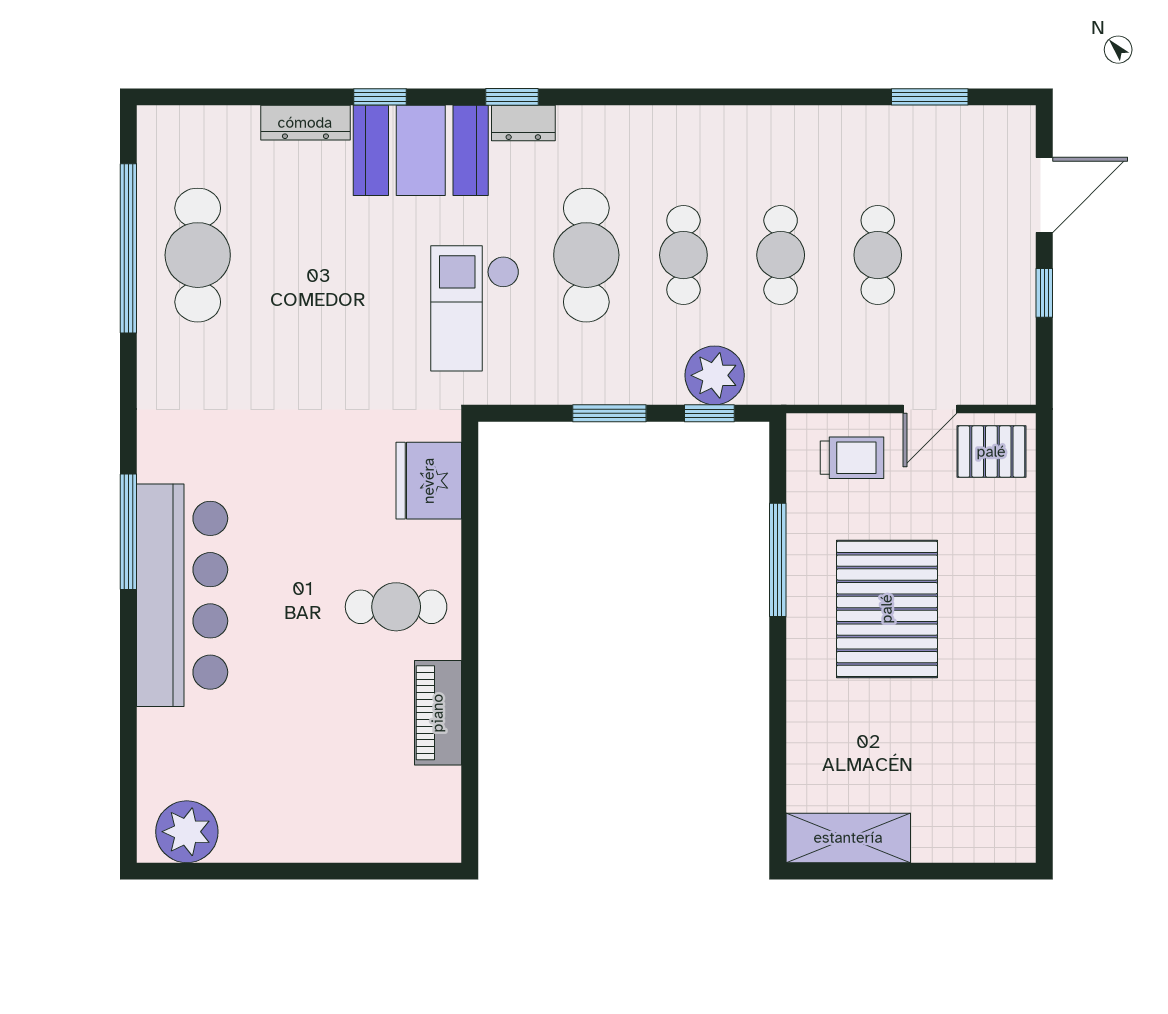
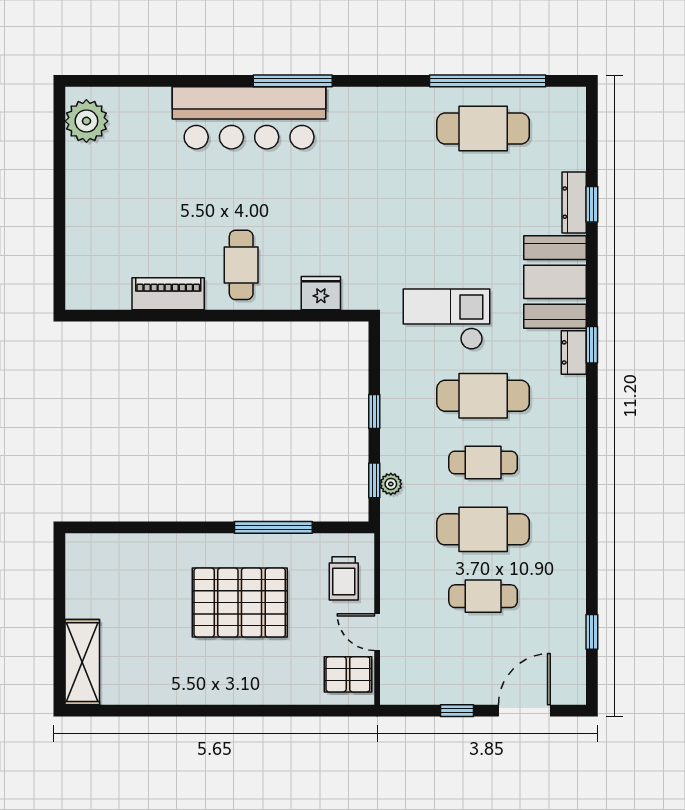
window: (380, 97) -> (592, 204), moved
window: (930, 97) -> (592, 632), width x0.67
door: (1044, 195) -> (524, 711), swing flipped
cafe table: (781, 255) -> (483, 529), width x1.37, depth x1.35
plant: (715, 375) -> (391, 484), width x0.53, depth x0.53
window: (609, 413) -> (374, 412), width x0.67
pallet: (991, 452) -> (348, 674), turned 90
fridge: (429, 481) -> (321, 293), width x0.73, depth x0.75
shelving: (848, 838) -> (82, 662), moved

